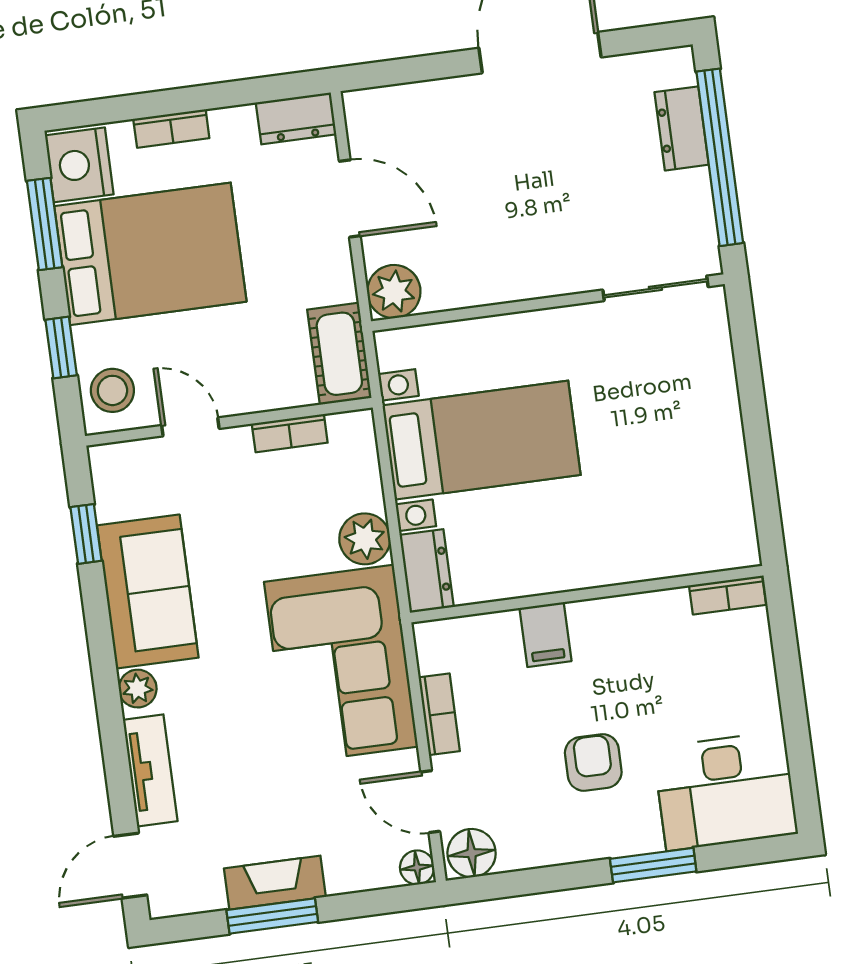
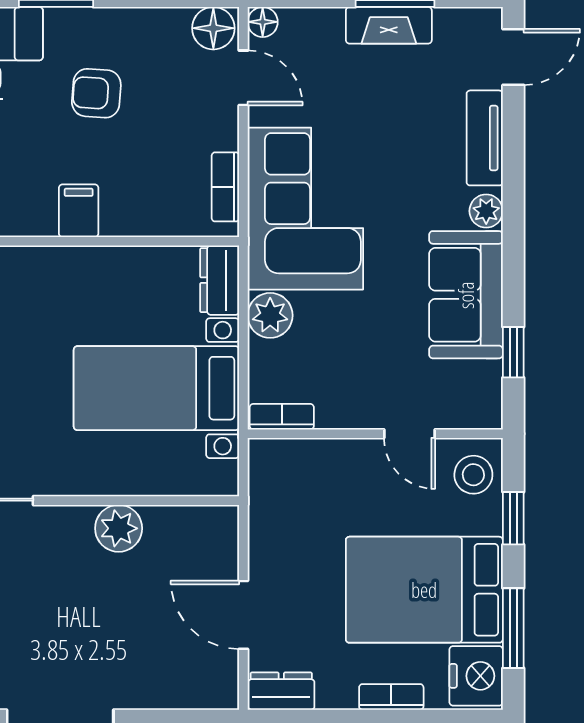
plant: (394, 292) -> (119, 528), moved
cot: (339, 354) -> (271, 480), removed
bookcase: (290, 433) -> (282, 417), moved
filing cabinet: (545, 634) -> (79, 211), moved
bookcase: (439, 714) -> (225, 187), moved
armchair: (593, 762) -> (96, 93), turned 94

